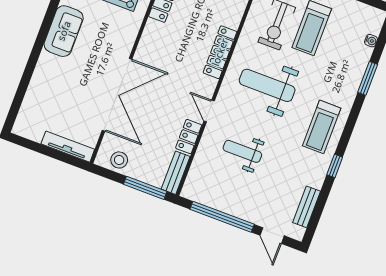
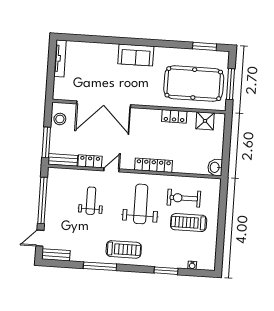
treadmill: (322, 127) -> (124, 249), turned 180
tv unit: (68, 147) -> (60, 58), moved
window: (335, 166) -> (100, 266), width x2.17
bench: (307, 207) -> (56, 255), moved

